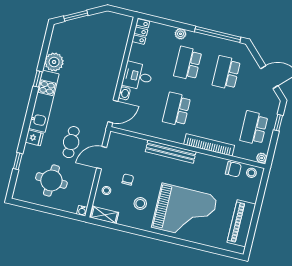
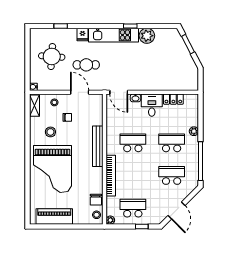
locker: (141, 31) -> (173, 99), moved

